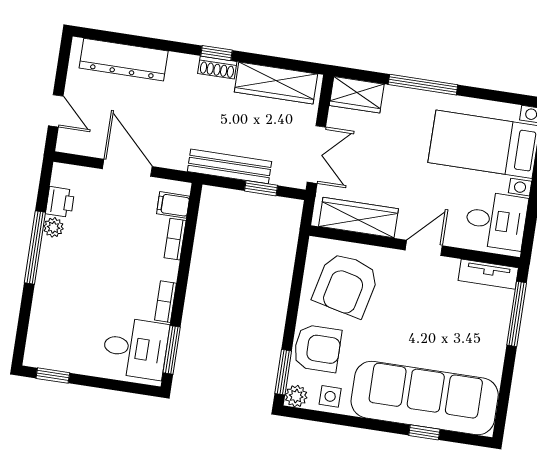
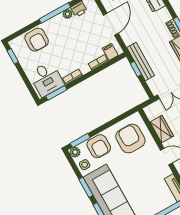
window: (261, 188) -> (136, 69), moved
wardrobe: (358, 218) -> (162, 129), width x0.67
armchair: (346, 285) -> (130, 138), turned 77
armchair: (56, 313) -> (37, 40), added
window: (370, 424) -> (86, 187), added

